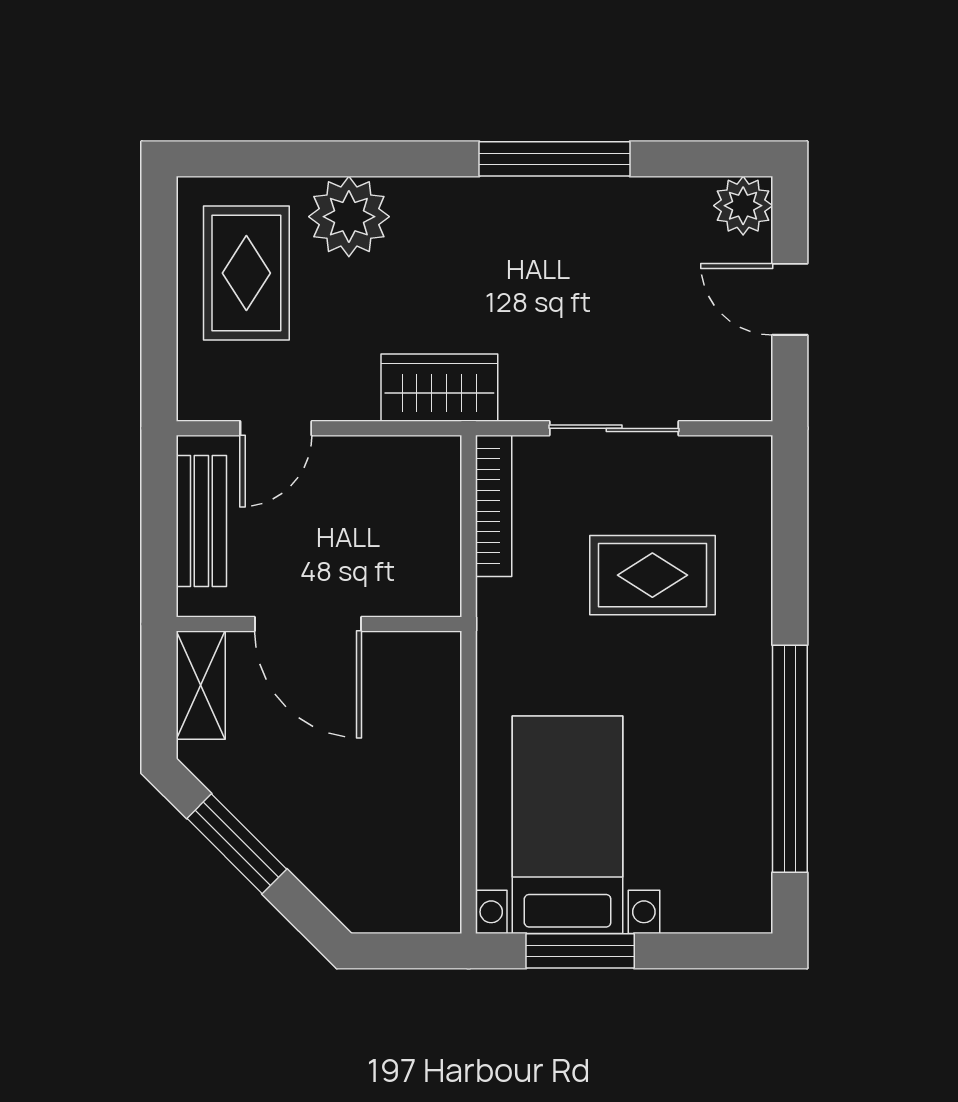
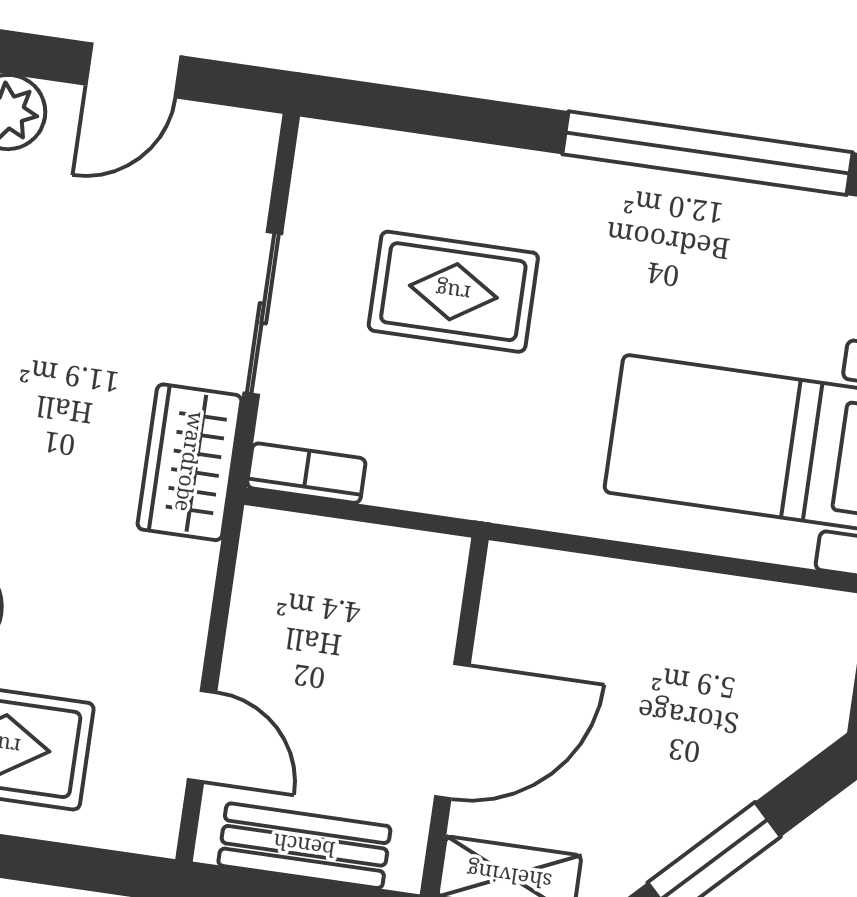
wardrobe: (439, 388) -> (190, 462), moved
bookcase: (494, 506) -> (306, 473), width x0.64
rug: (652, 575) -> (453, 292), turned 90

